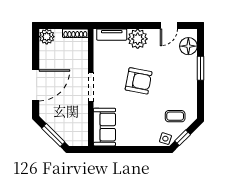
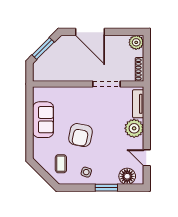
armchair: (139, 81) -> (81, 135), moved
doorway: (91, 87) -> (106, 84), moved
sofa: (104, 127) -> (43, 120), moved, turned -90
window: (183, 138) -> (41, 171), removed
side table: (165, 139) -> (86, 172), moved

